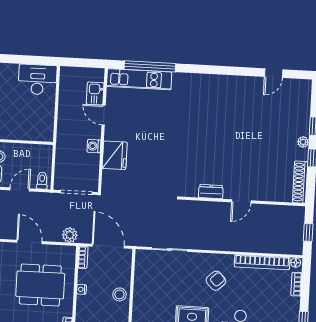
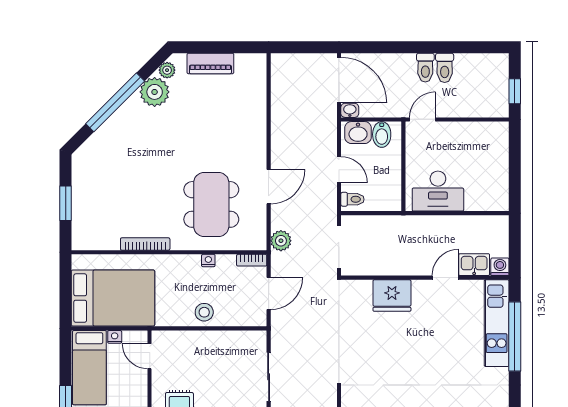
desk: (37, 80) -> (438, 191), moved, turned 90
washing machine: (94, 146) -> (500, 267), moved
door: (108, 246) -> (269, 294), width x0.73

